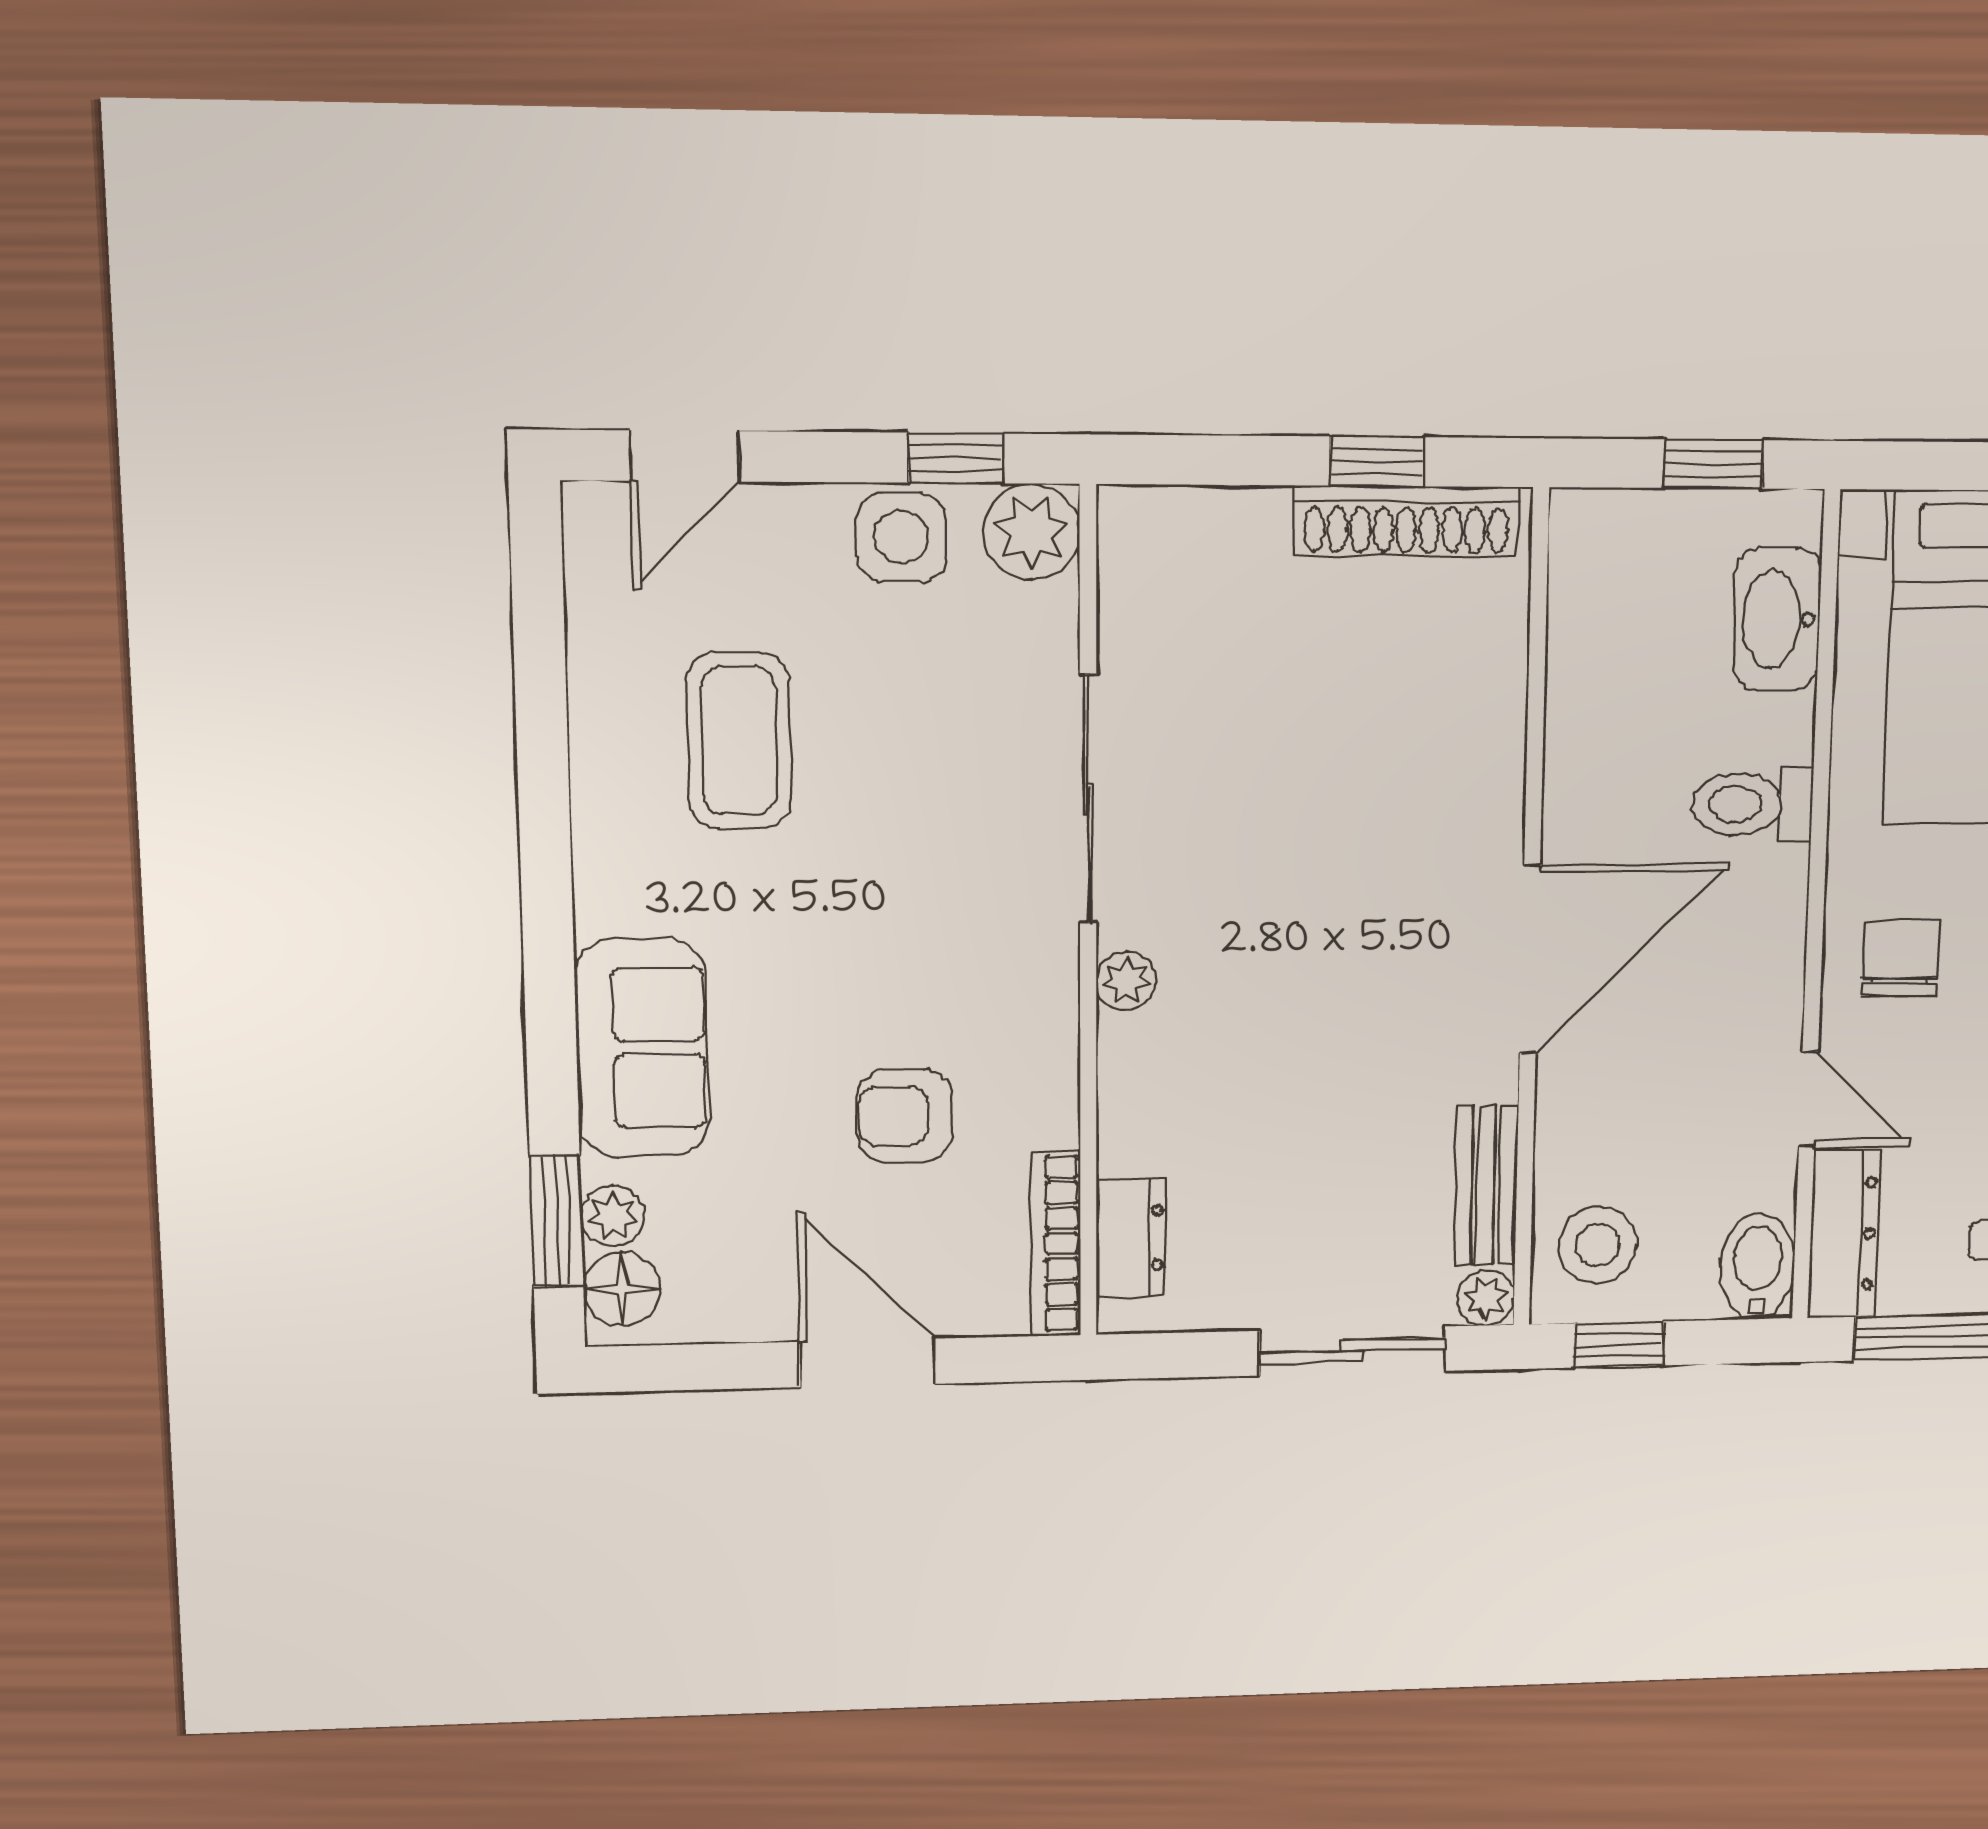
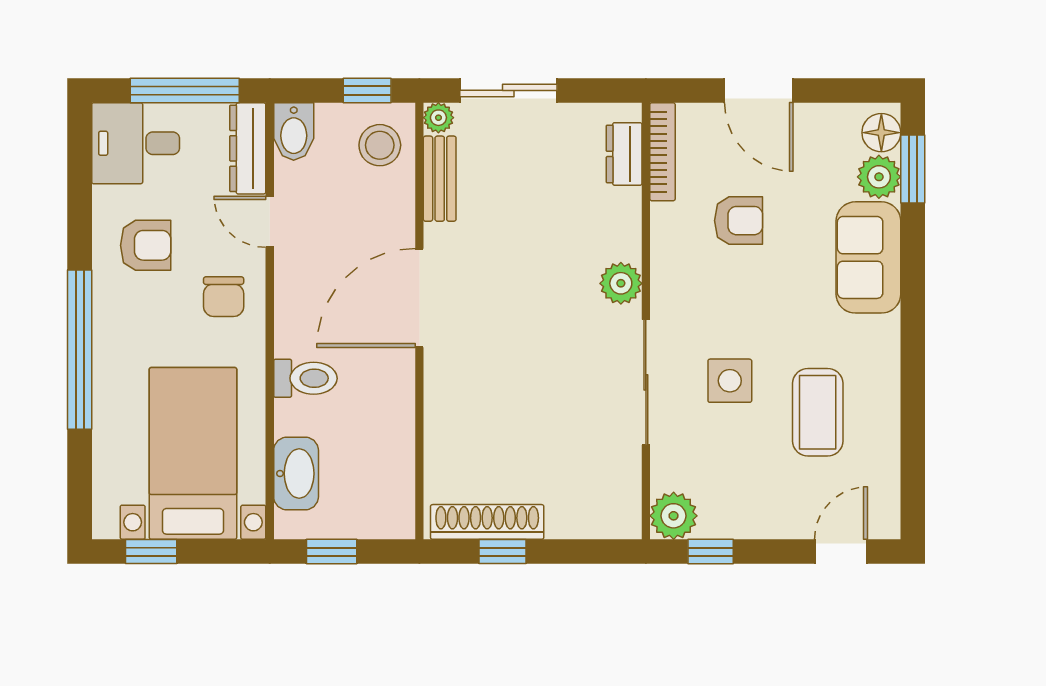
side table: (902, 537) -> (730, 381), moved
plant: (1126, 981) -> (621, 283), width x1.38, depth x1.38
plant: (613, 1216) -> (879, 177), width x1.38, depth x1.38

